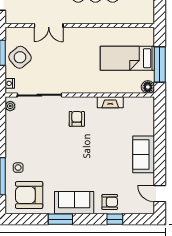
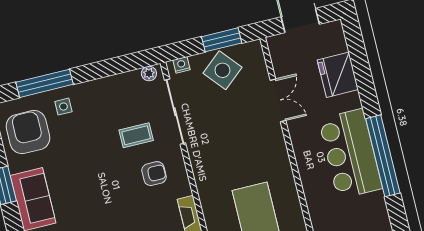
double door: (49, 26) -> (278, 100), swing flipped
coffee table: (49, 124) -> (136, 135), added

